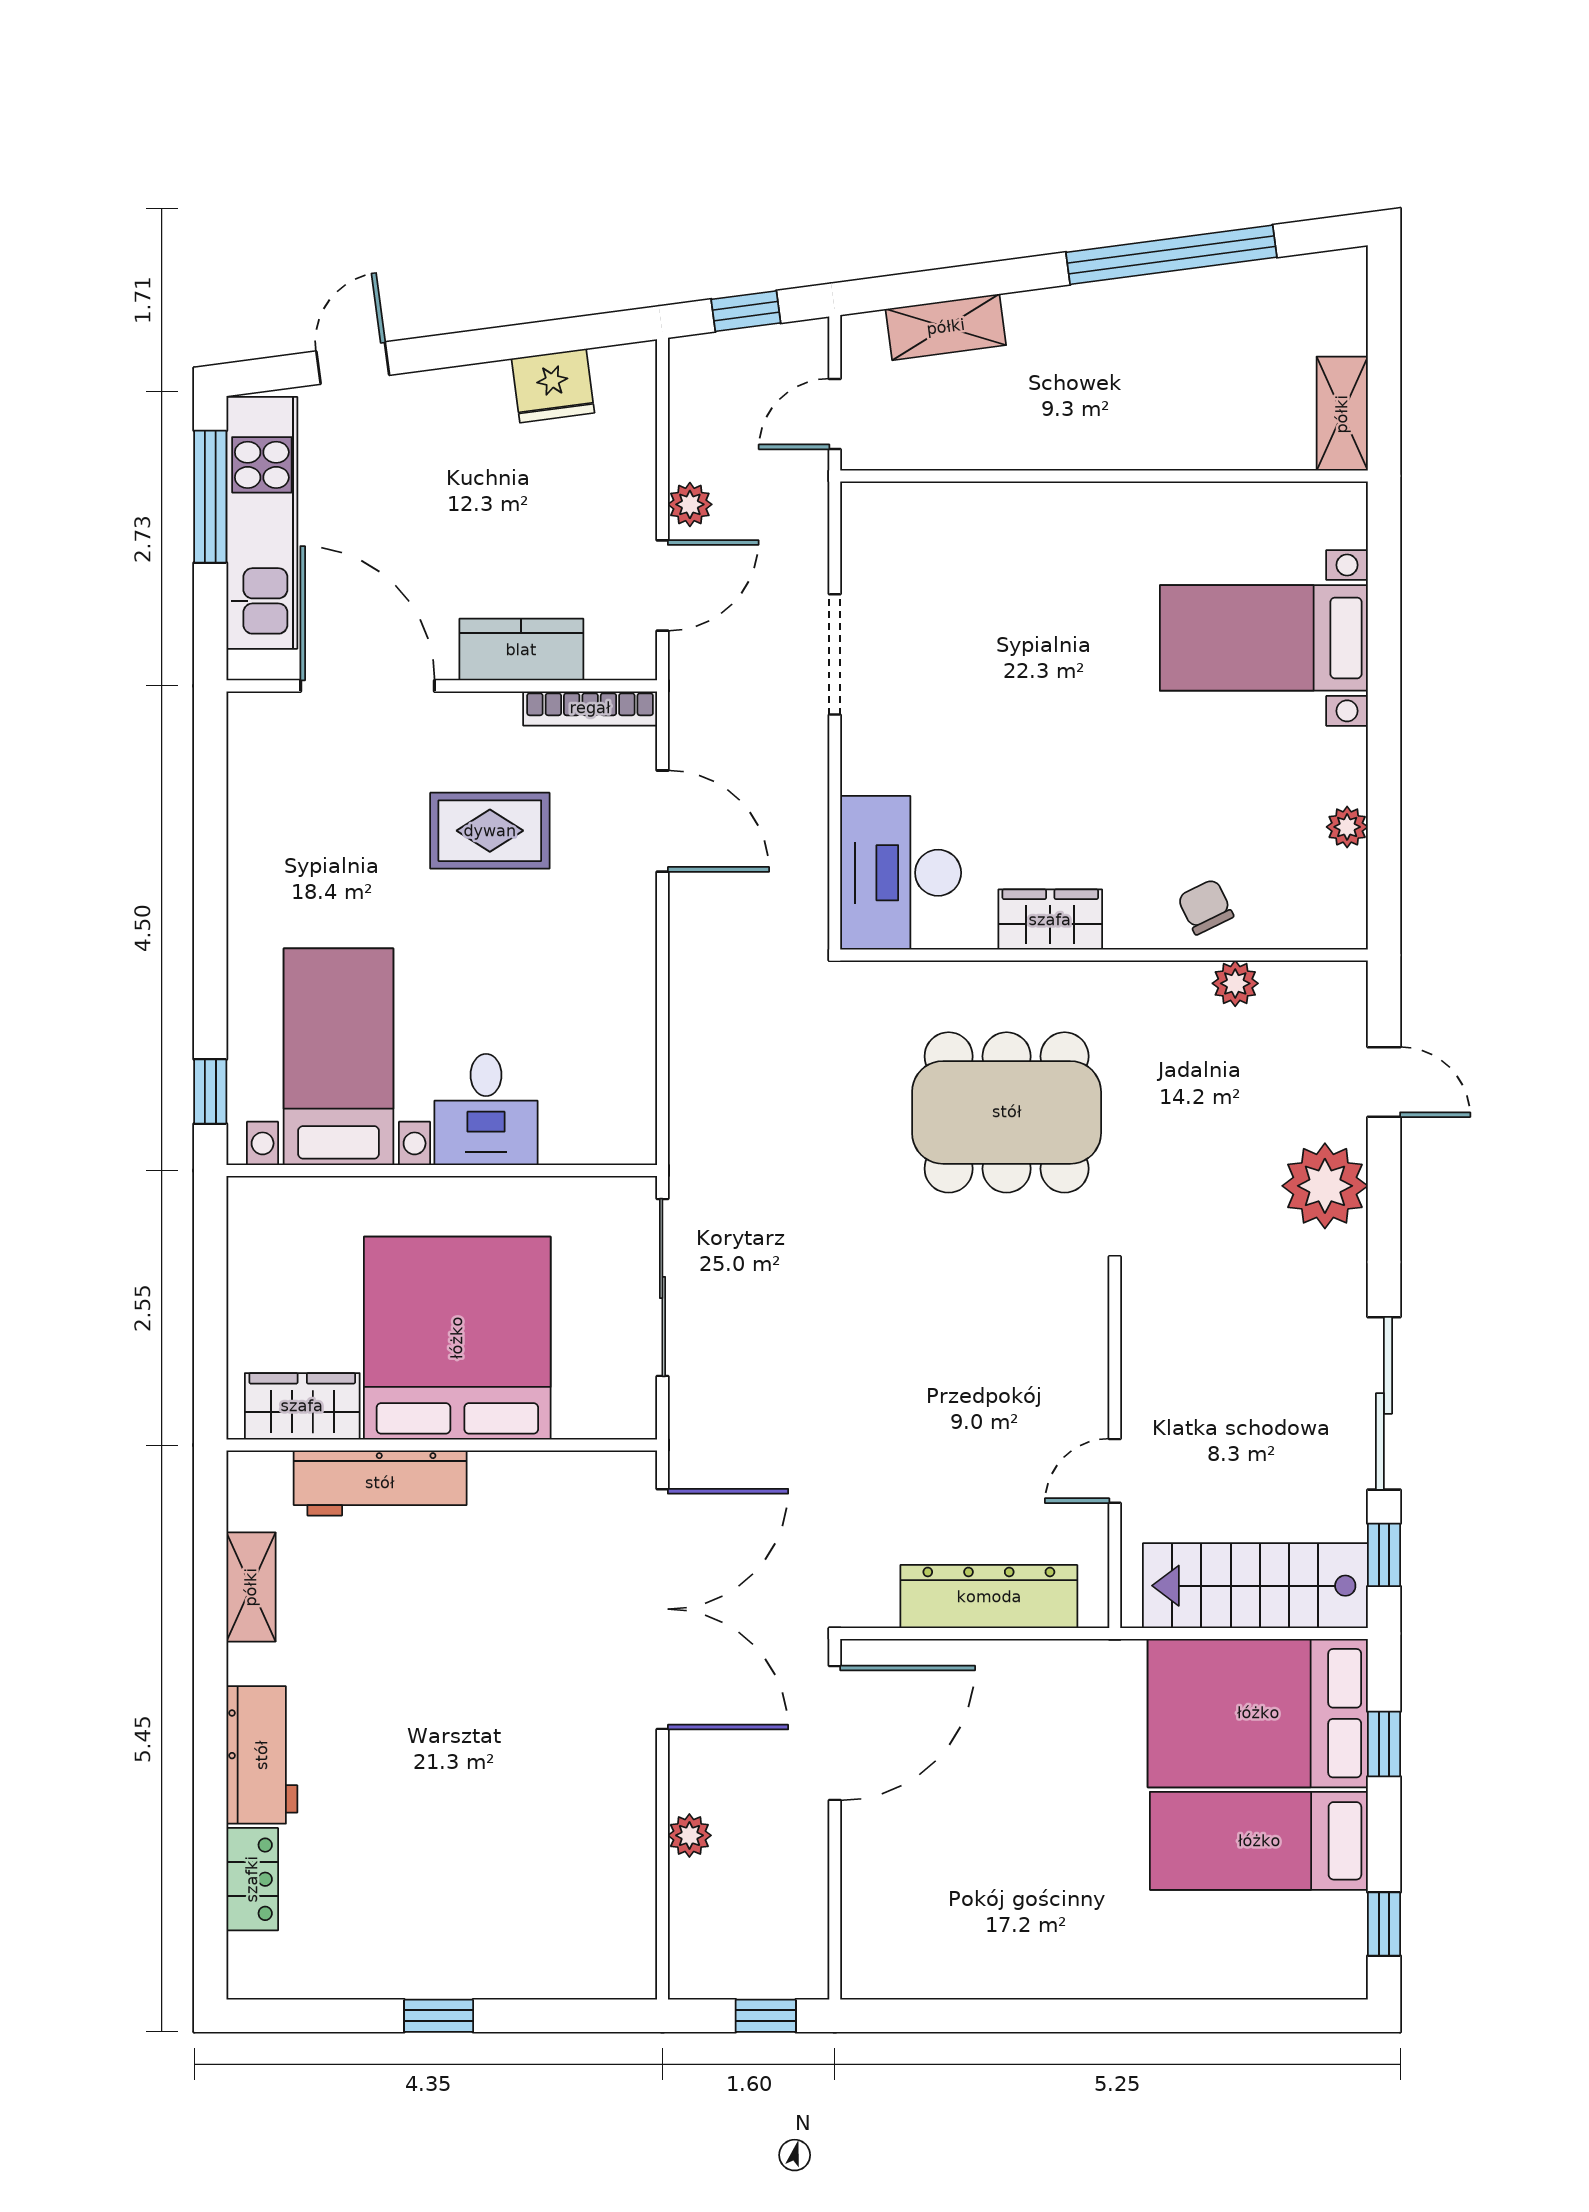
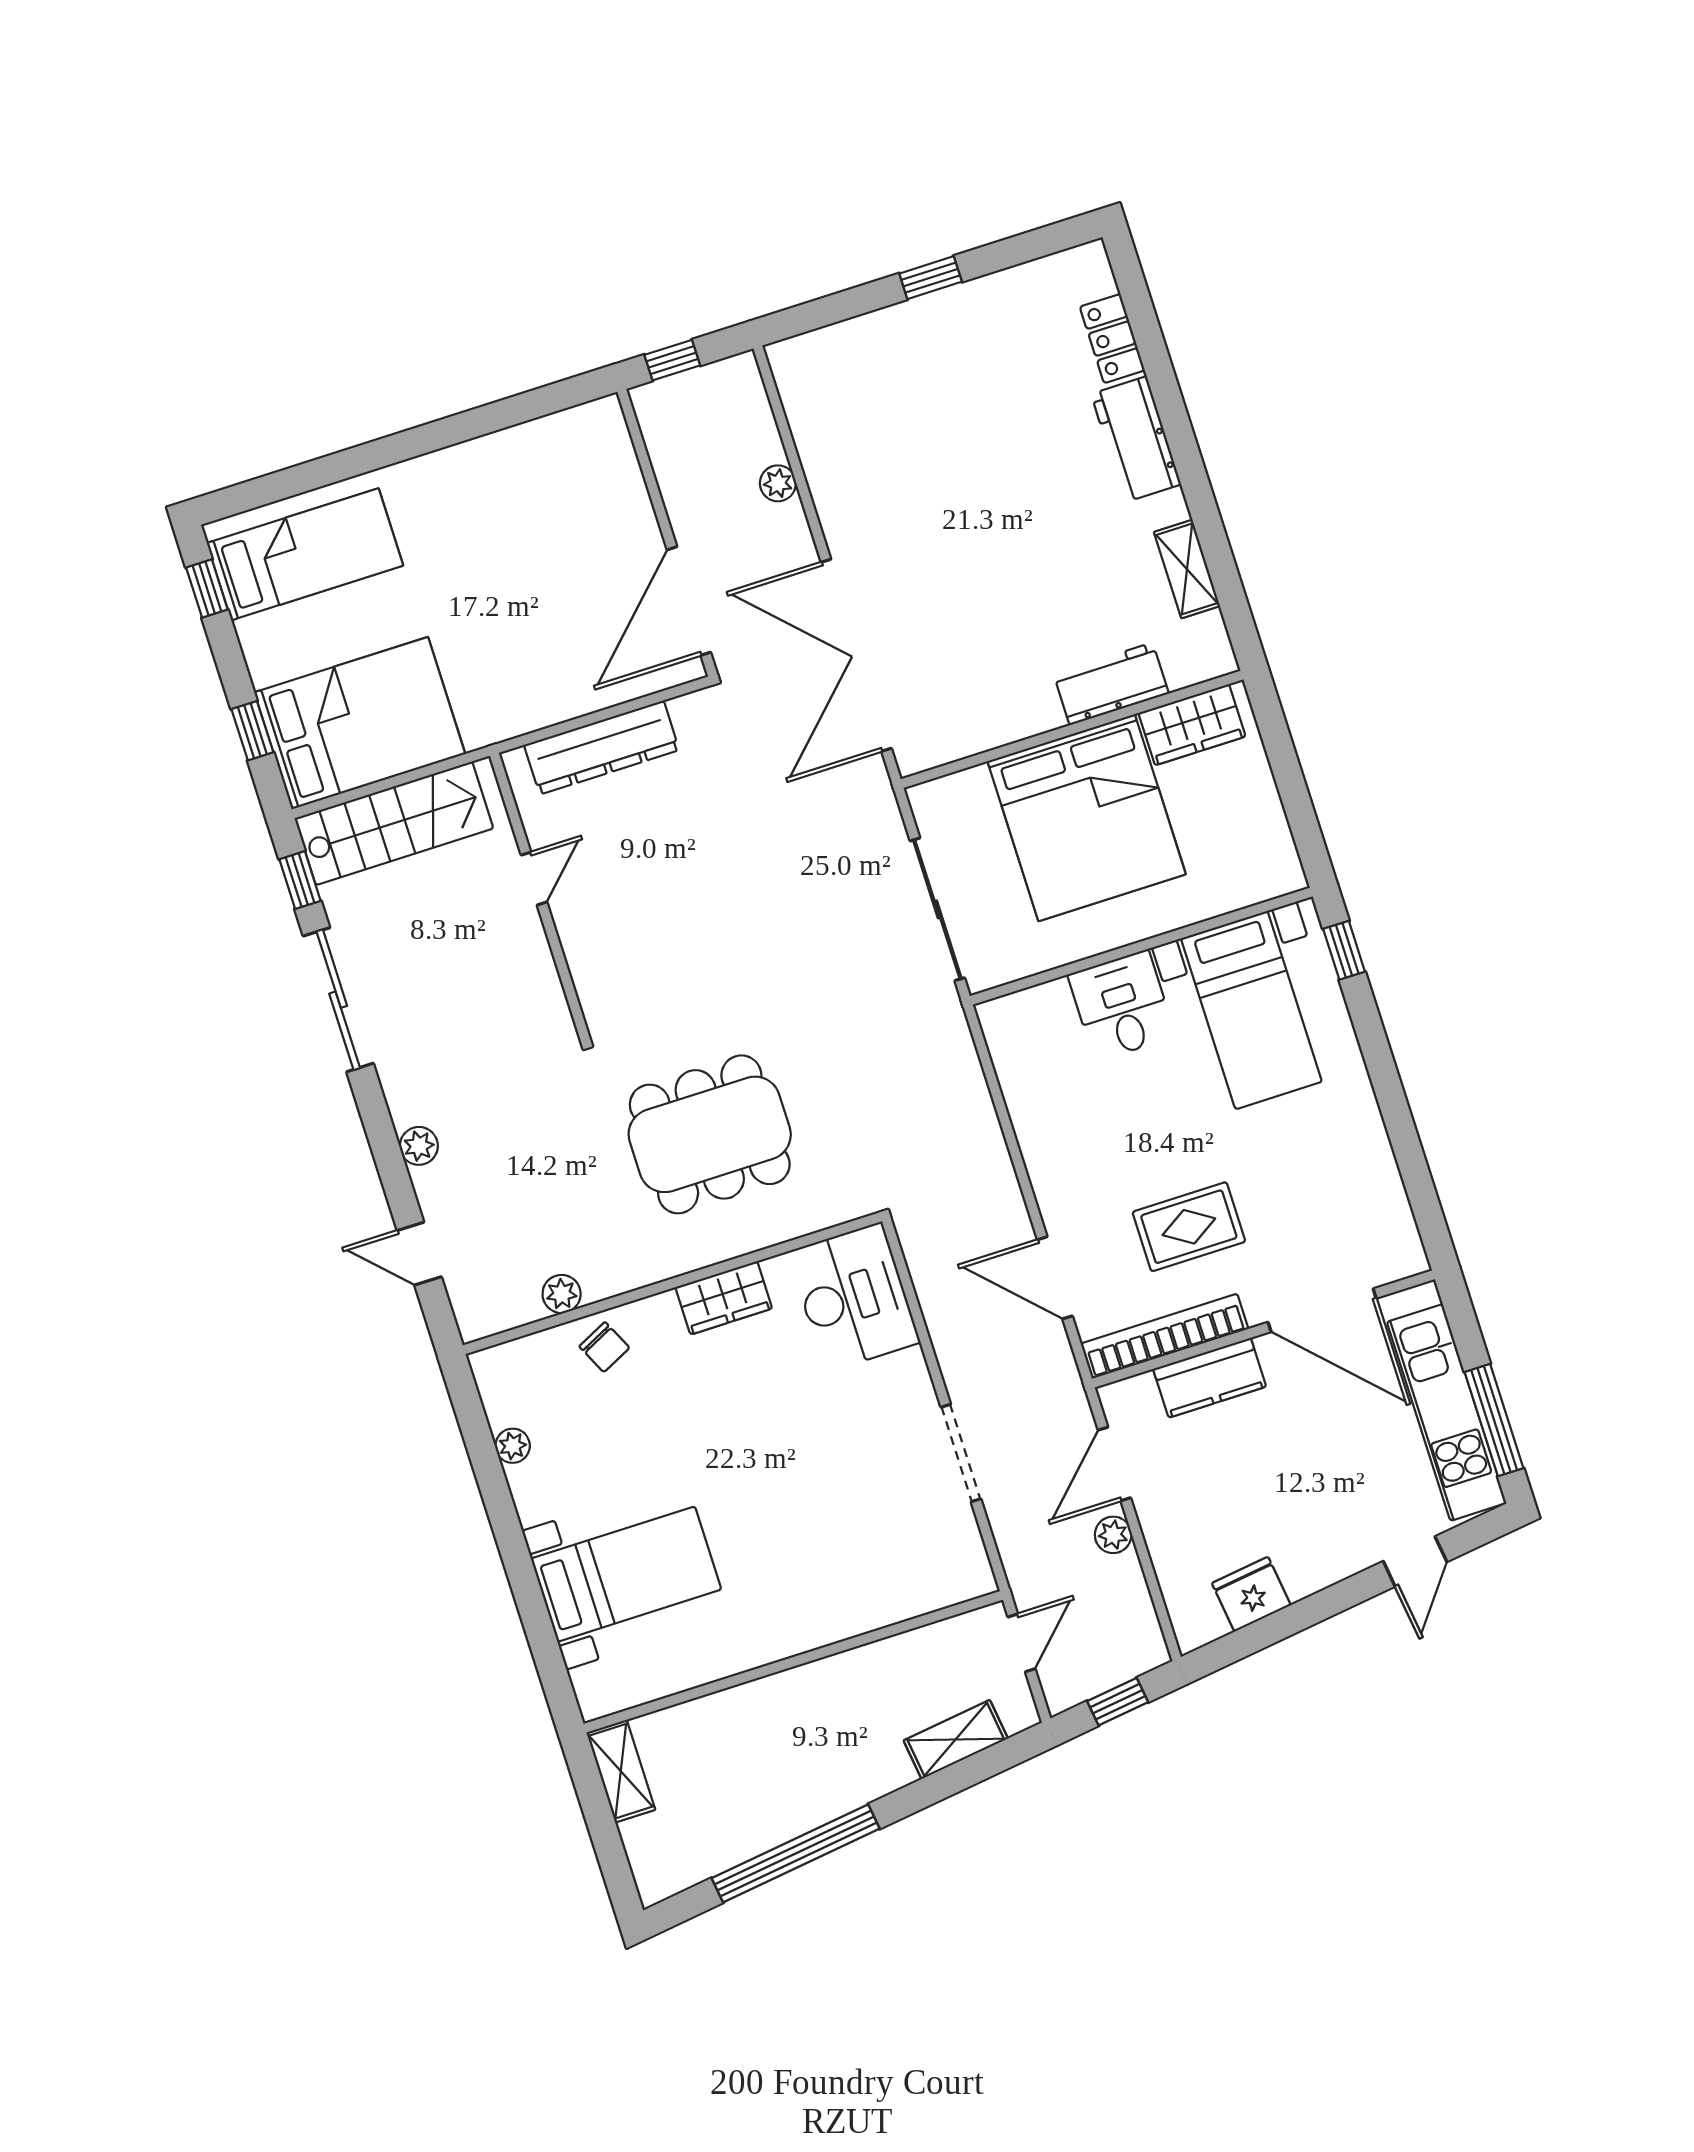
bookcase: (590, 708) -> (1165, 1336), width x1.48, depth x1.31
plant: (1325, 1186) -> (419, 1146), width x0.53, depth x0.53
workbench: (380, 1483) -> (1111, 684), width x0.73
bed: (1259, 1841) -> (305, 554), moved

